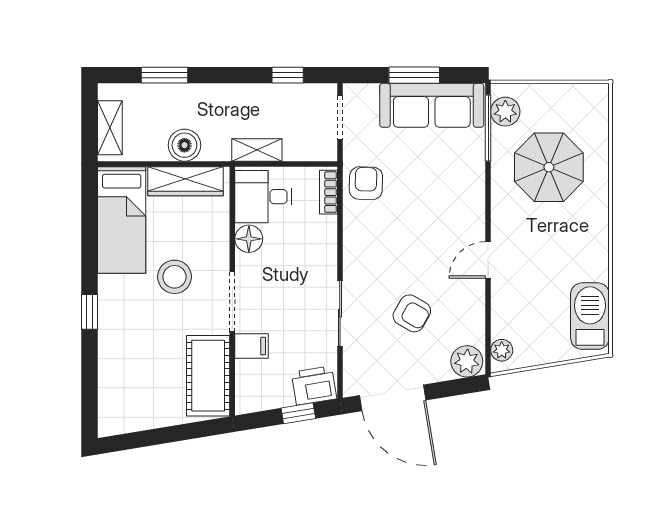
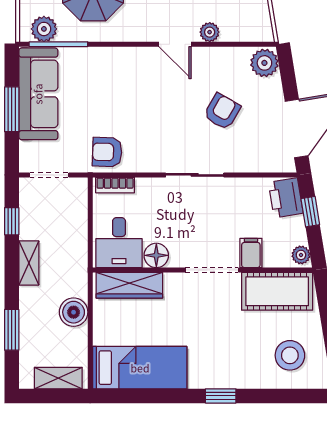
shelving: (257, 150) -> (29, 263), moved
wardrobe: (185, 181) -> (129, 285), moved, turned 90
stool: (175, 277) -> (290, 355), moved
sliding door: (340, 313) -> (195, 175), moved
plant: (502, 350) -> (210, 32), moved
plant: (249, 403) -> (301, 255), added

